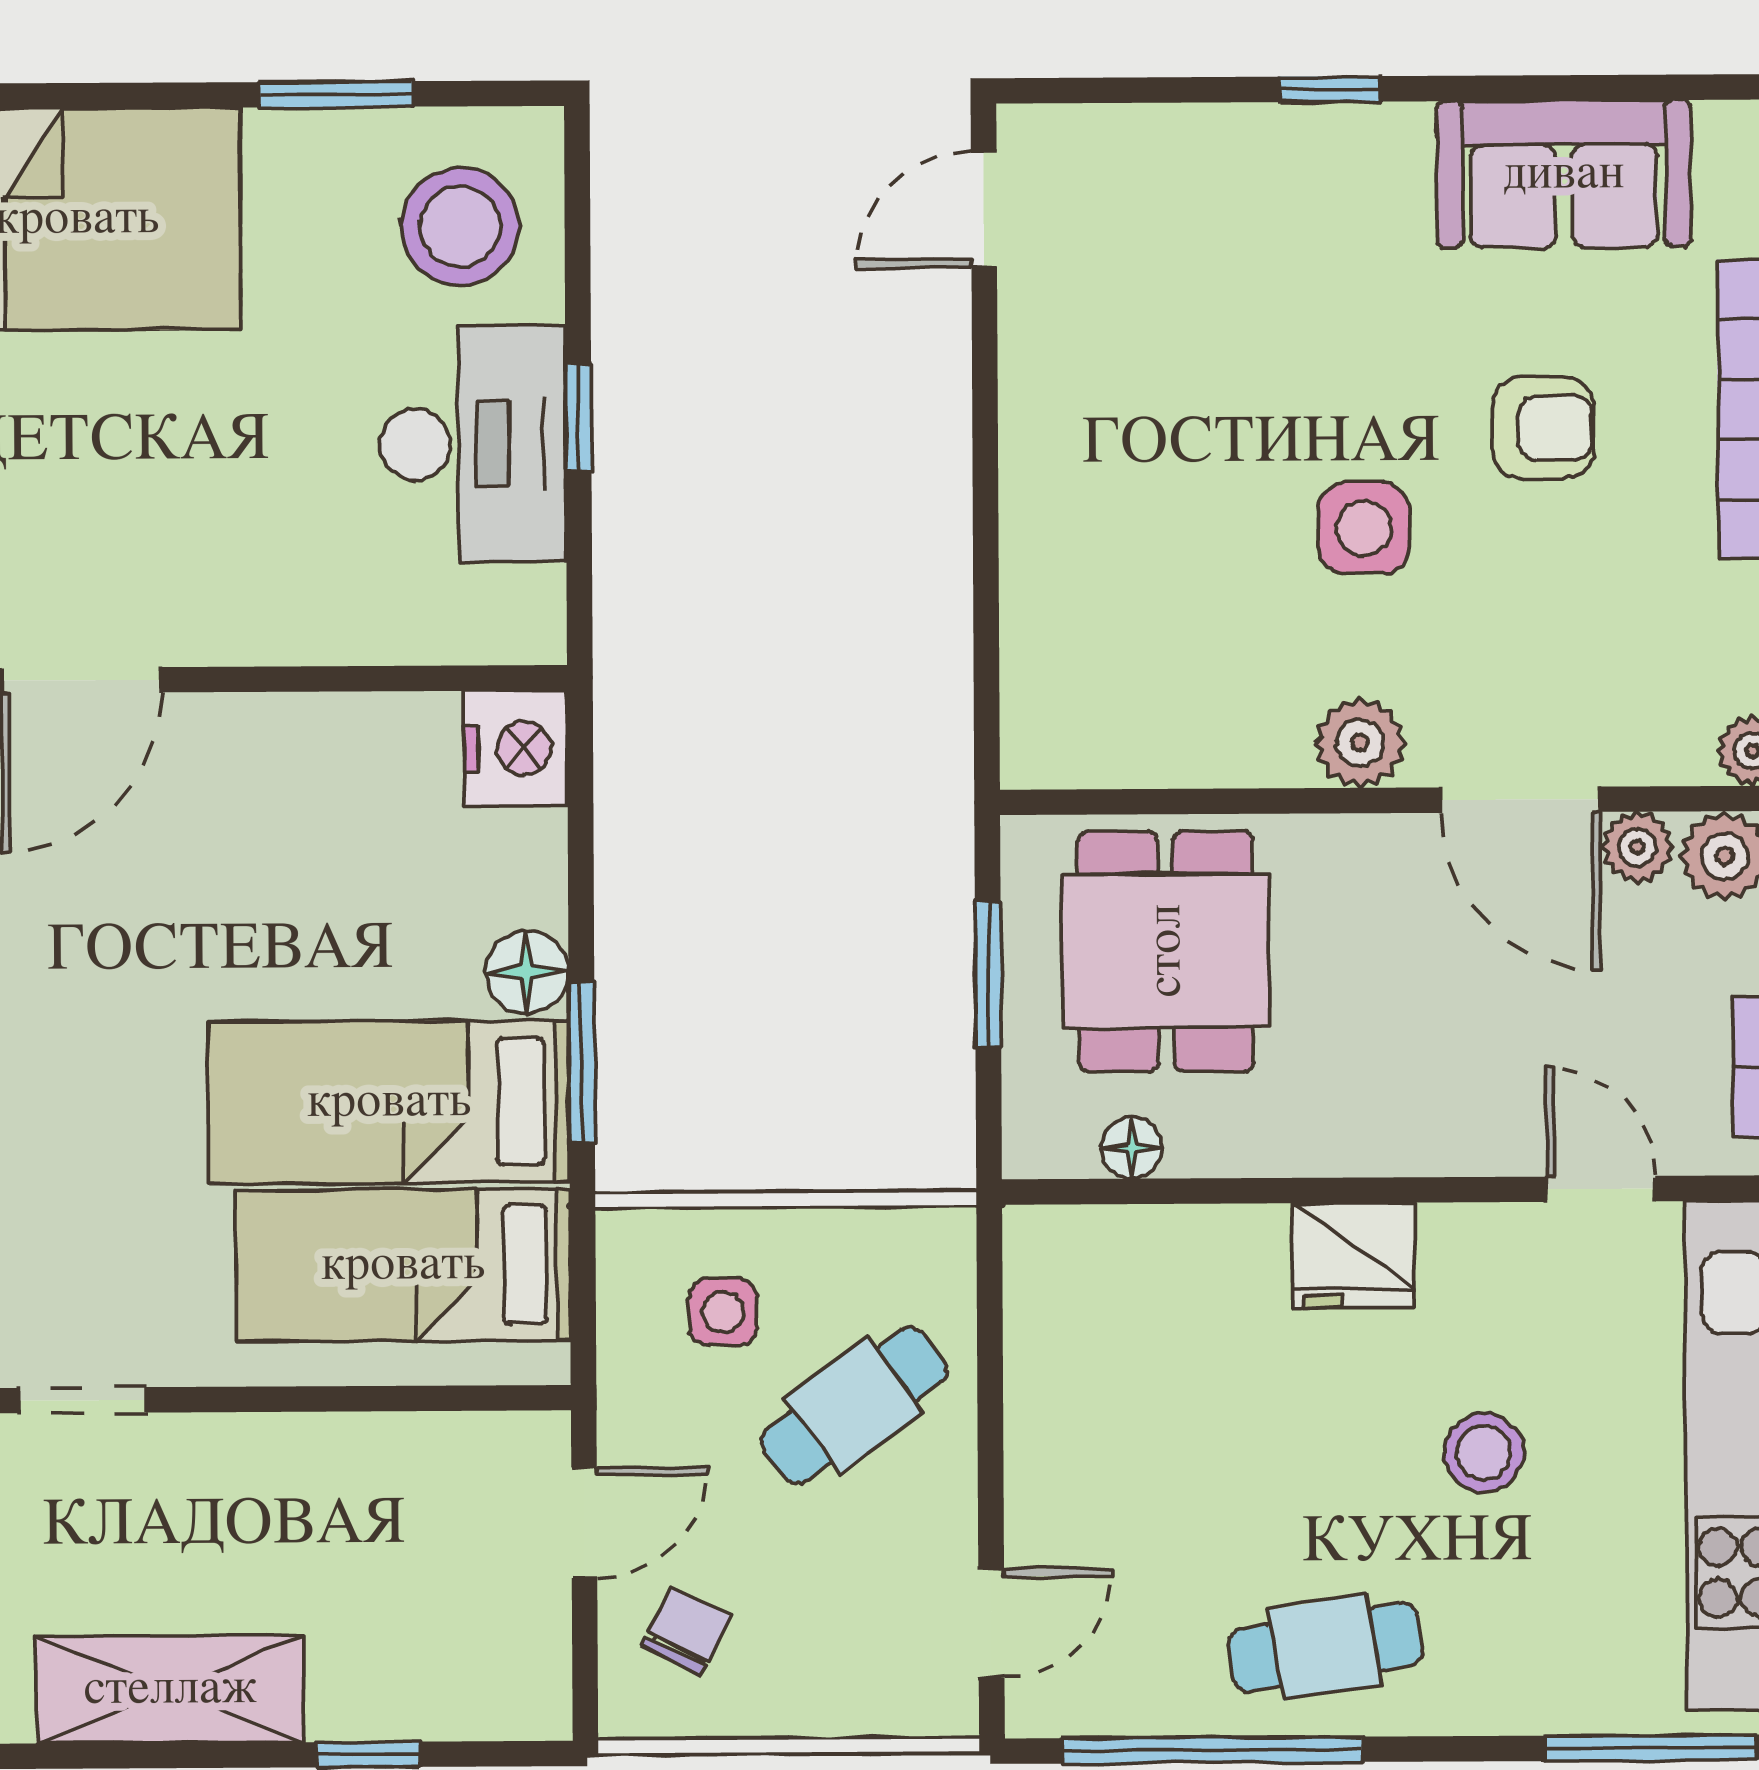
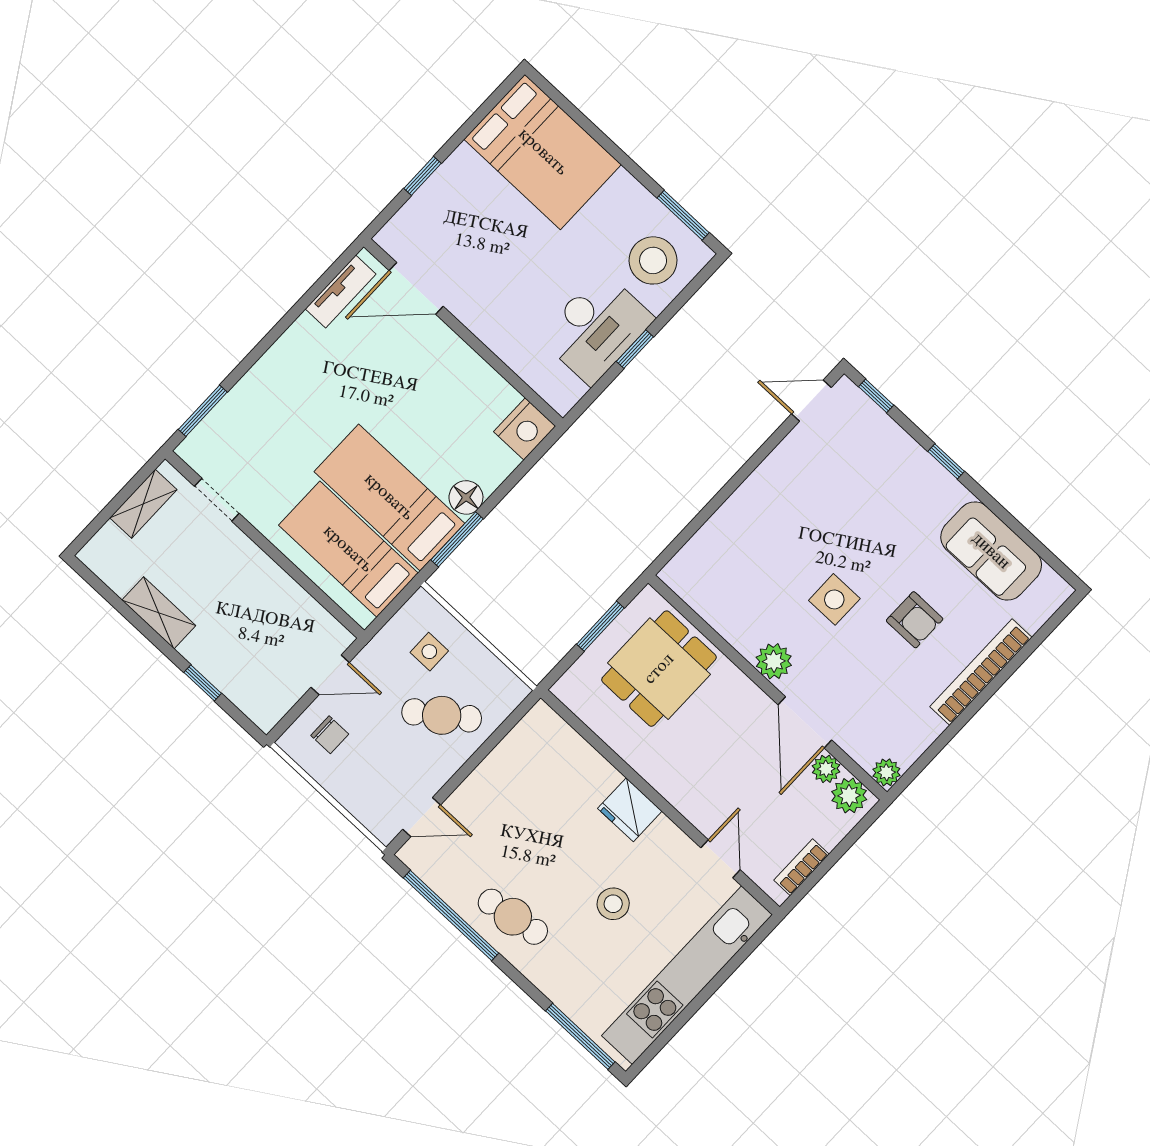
window: (1093, 90) -> (876, 396), added
window: (336, 94) -> (683, 215), moved
floor lamp: (1132, 1148) -> (594, 717), removed
chair: (686, 1631) -> (330, 735), turned 63
shelving: (170, 1689) -> (159, 613), width x0.67, depth x0.75

